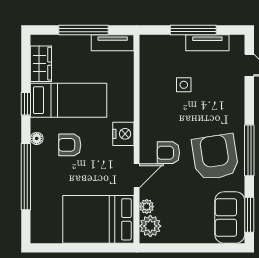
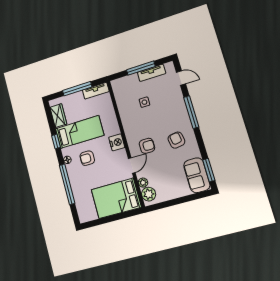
window: (249, 150) -> (191, 112), moved
armchair: (168, 153) -> (147, 146), turned 180
armchair: (215, 157) -> (176, 140), width x0.53, depth x0.53

